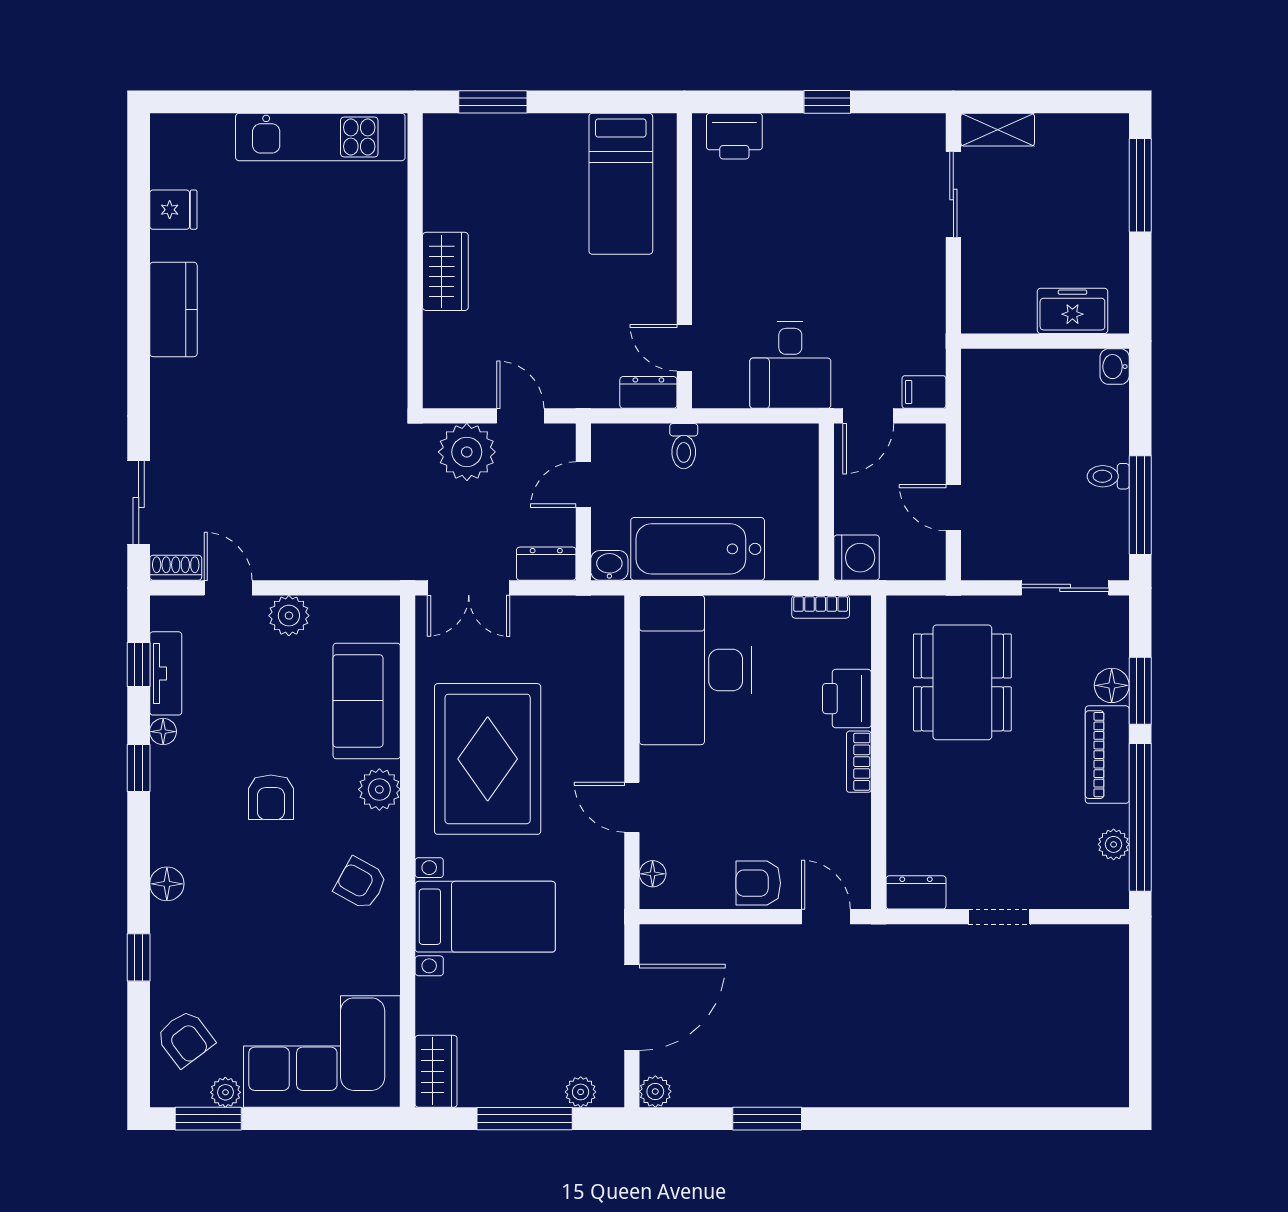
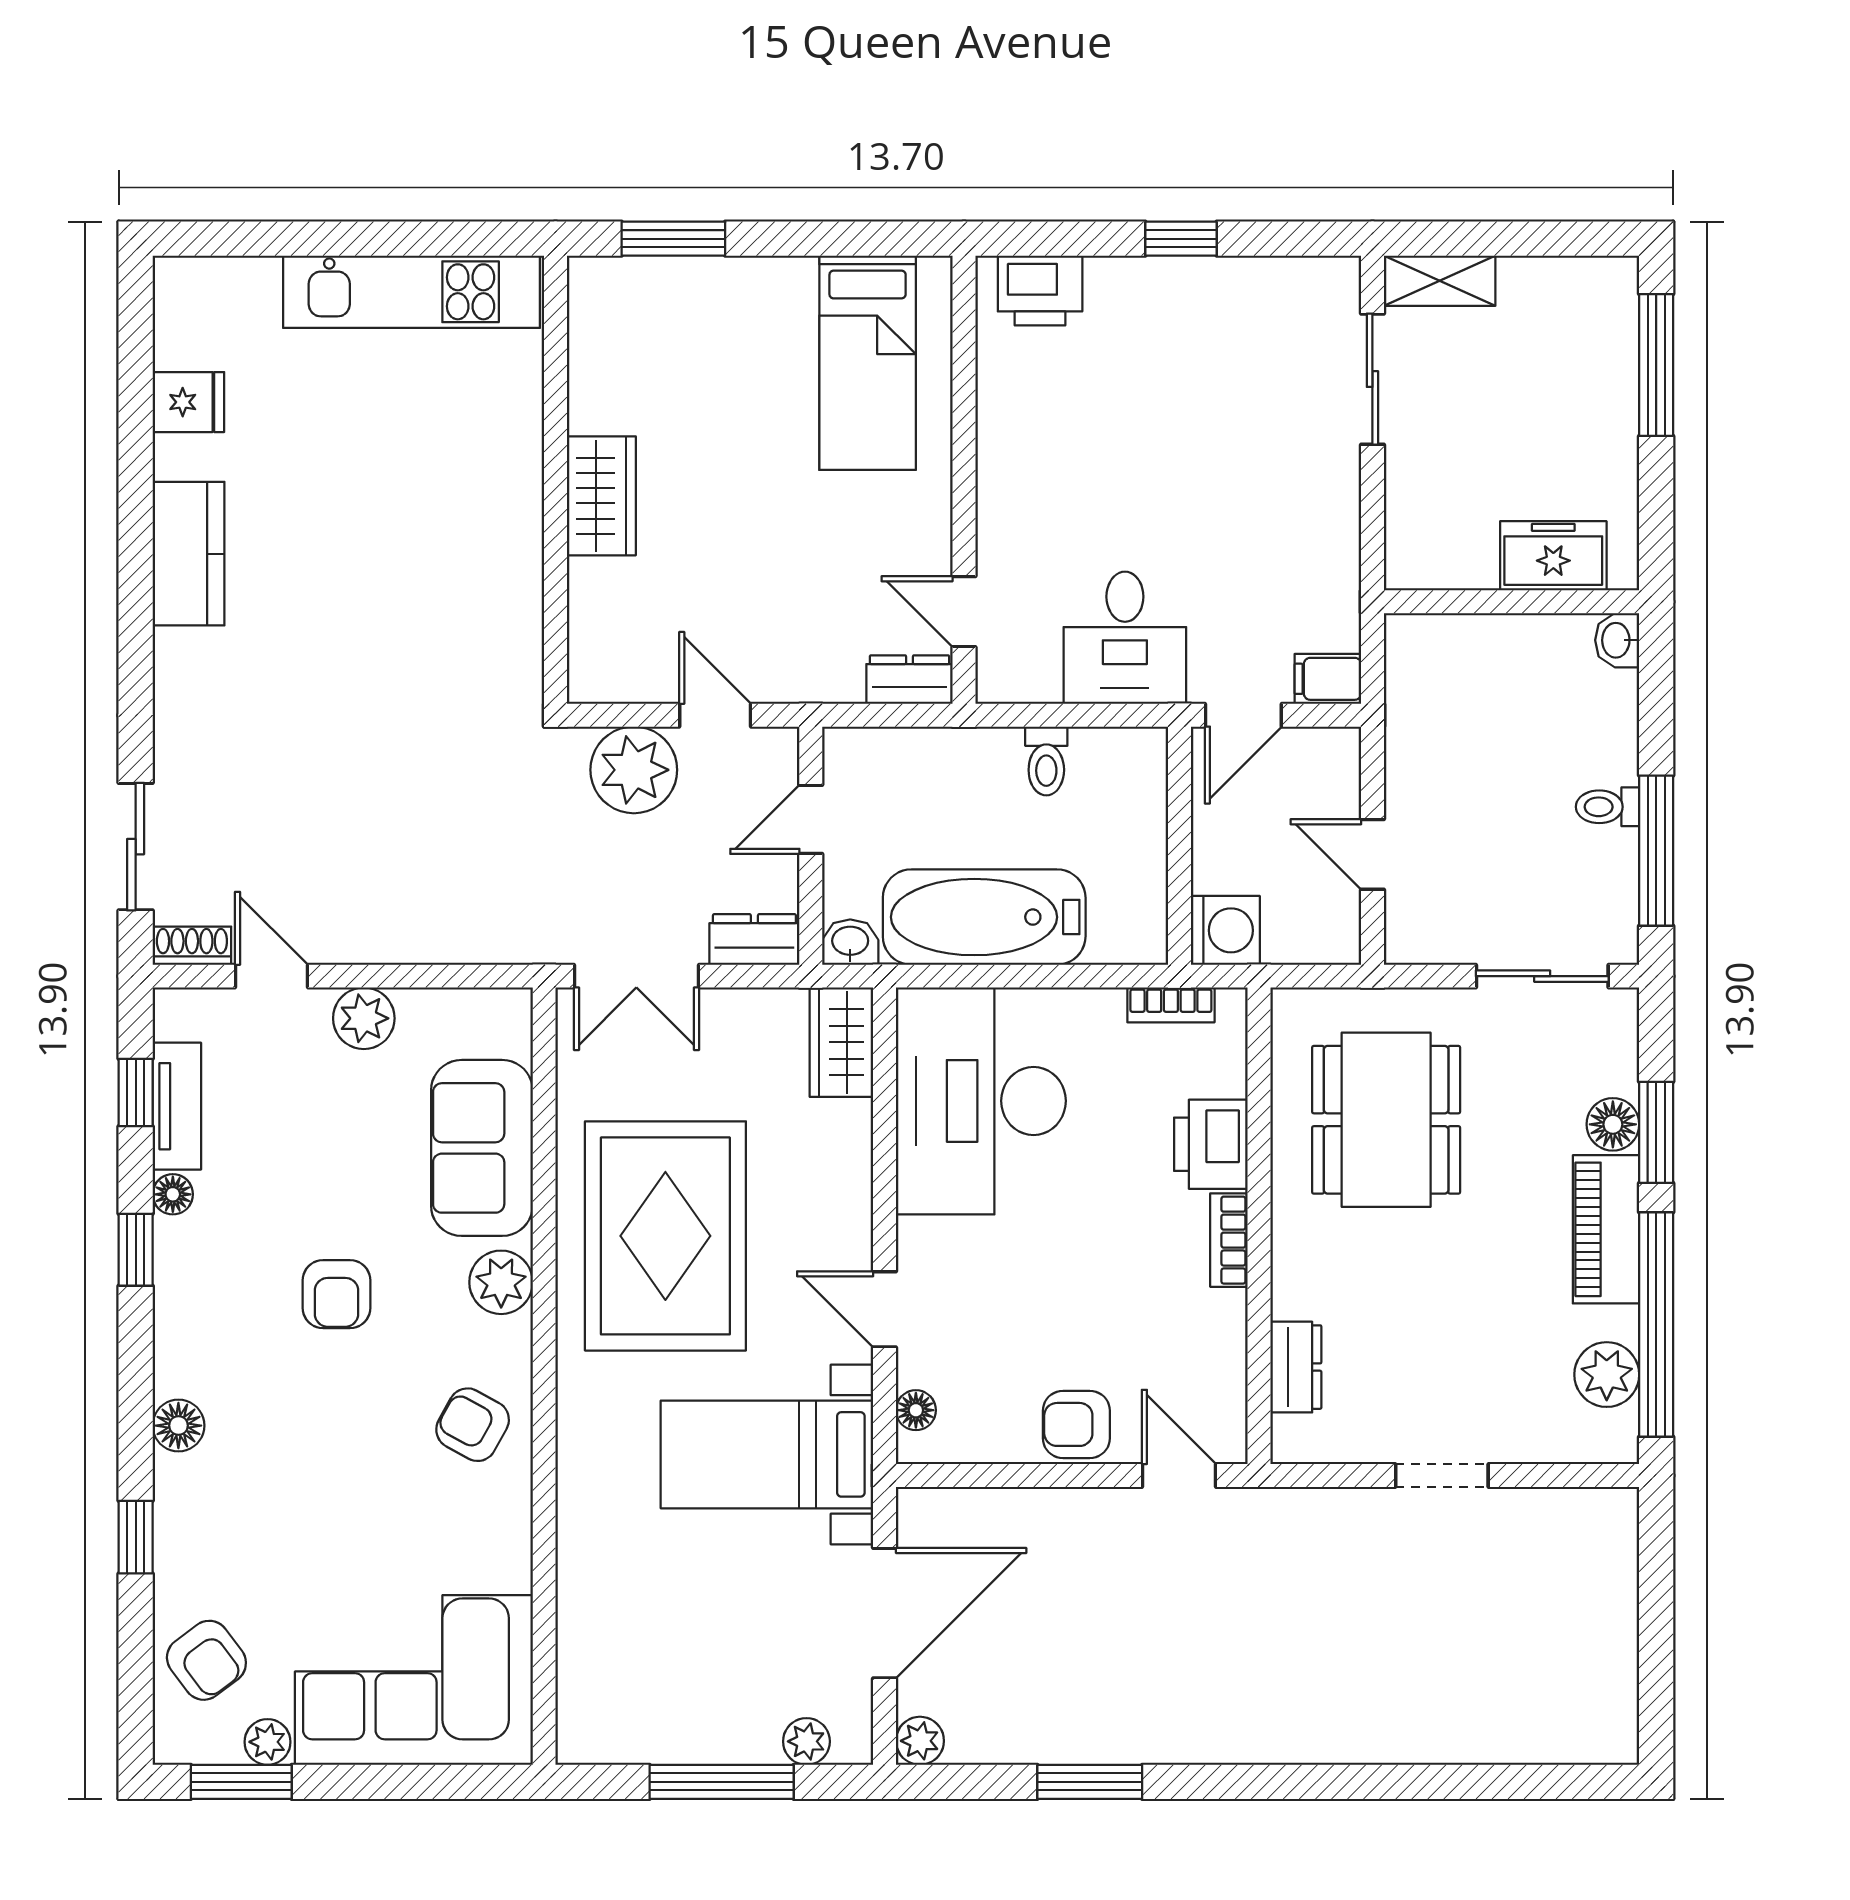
toilet: (684, 446) -> (1046, 761), moved
plant: (1114, 844) -> (1607, 1375), width x1.38, depth x1.38
dresser: (916, 892) -> (1296, 1367), moved, turned 90
bed with nightstands: (485, 917) -> (767, 1454), moved, turned 180
wardrobe: (436, 1071) -> (841, 1042), moved, turned 180

